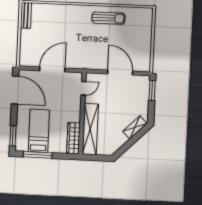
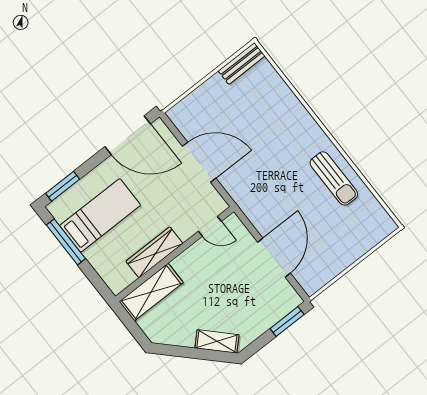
door: (15, 90) -> (128, 135), hinge flipped
shelving: (90, 129) -> (151, 292), width x0.68
wardrobe: (73, 138) -> (154, 252), moved

